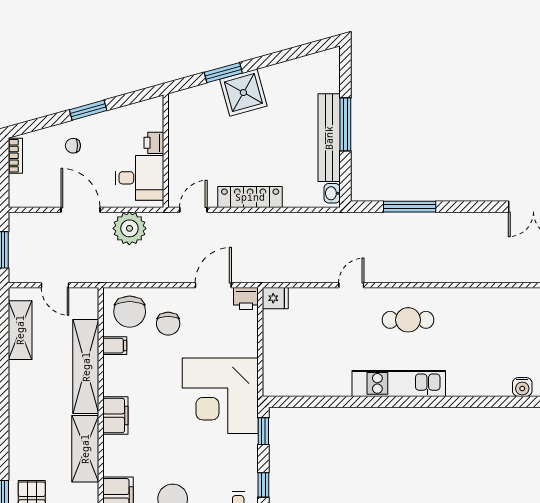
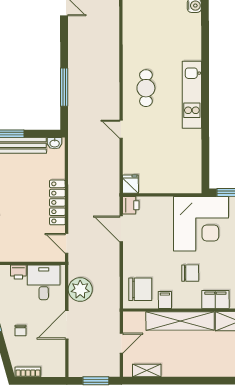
chair: (168, 324) -> (190, 273), moved
shelving: (20, 330) -> (147, 370), width x0.67, depth x0.75

